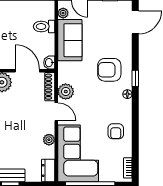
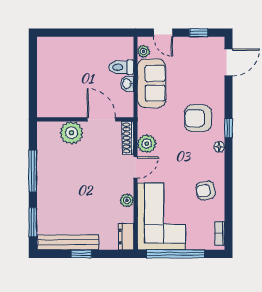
washbasin: (49, 63) -> (127, 84), moved
door: (56, 112) -> (135, 167), hinge flipped
armchair: (116, 131) -> (205, 190), turned 80

